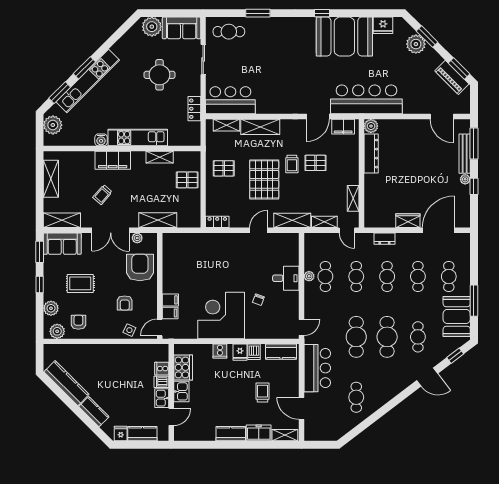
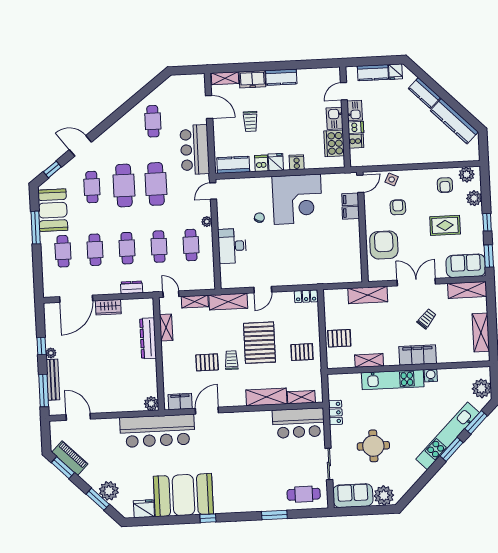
dresser: (371, 154) -> (148, 338), moved
plant: (137, 238) -> (388, 275), removed
armchair: (140, 267) -> (384, 245), turned 180
plant: (309, 276) -> (207, 222), moved
desk: (286, 278) -> (232, 246), width x1.37

